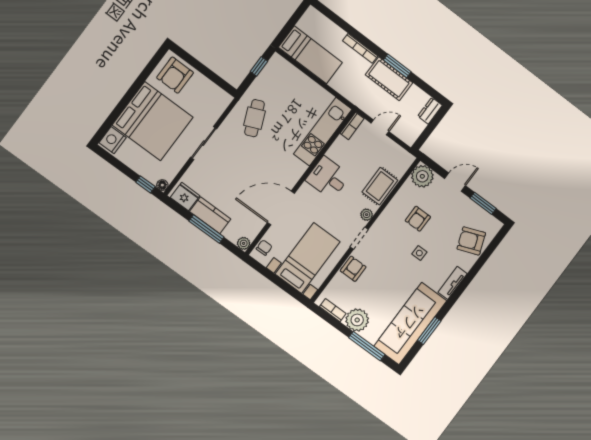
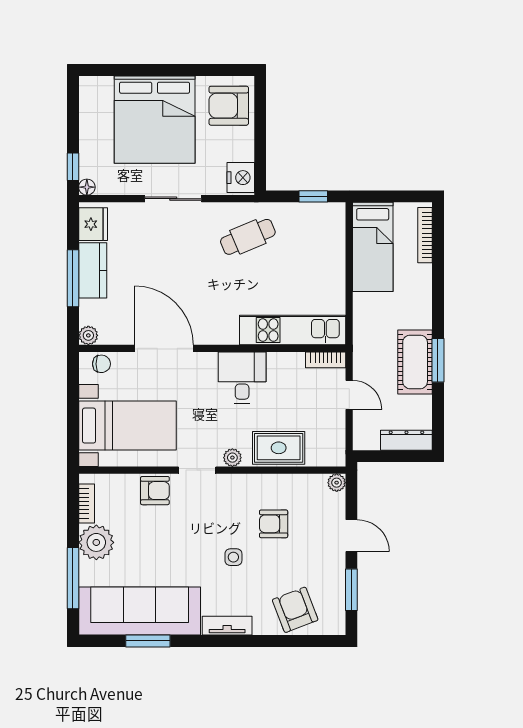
bookcase: (360, 48) -> (425, 235), moved
dresser: (430, 111) -> (406, 440), width x1.44
nightstand: (113, 140) -> (241, 178), moved, turned 90
plant: (422, 176) -> (337, 483), width x0.53, depth x0.53

